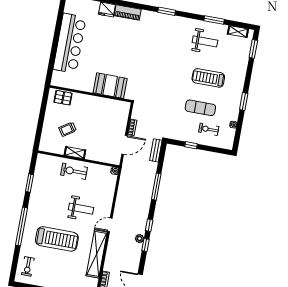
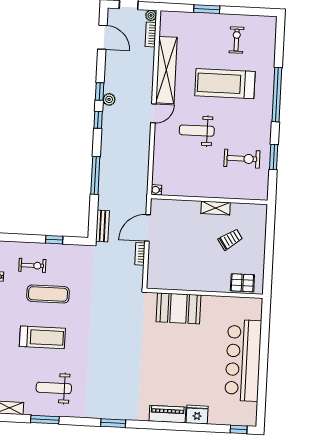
exercise bike: (74, 171) -> (242, 159), moved
exercise bike: (28, 266) -> (236, 40), moved

